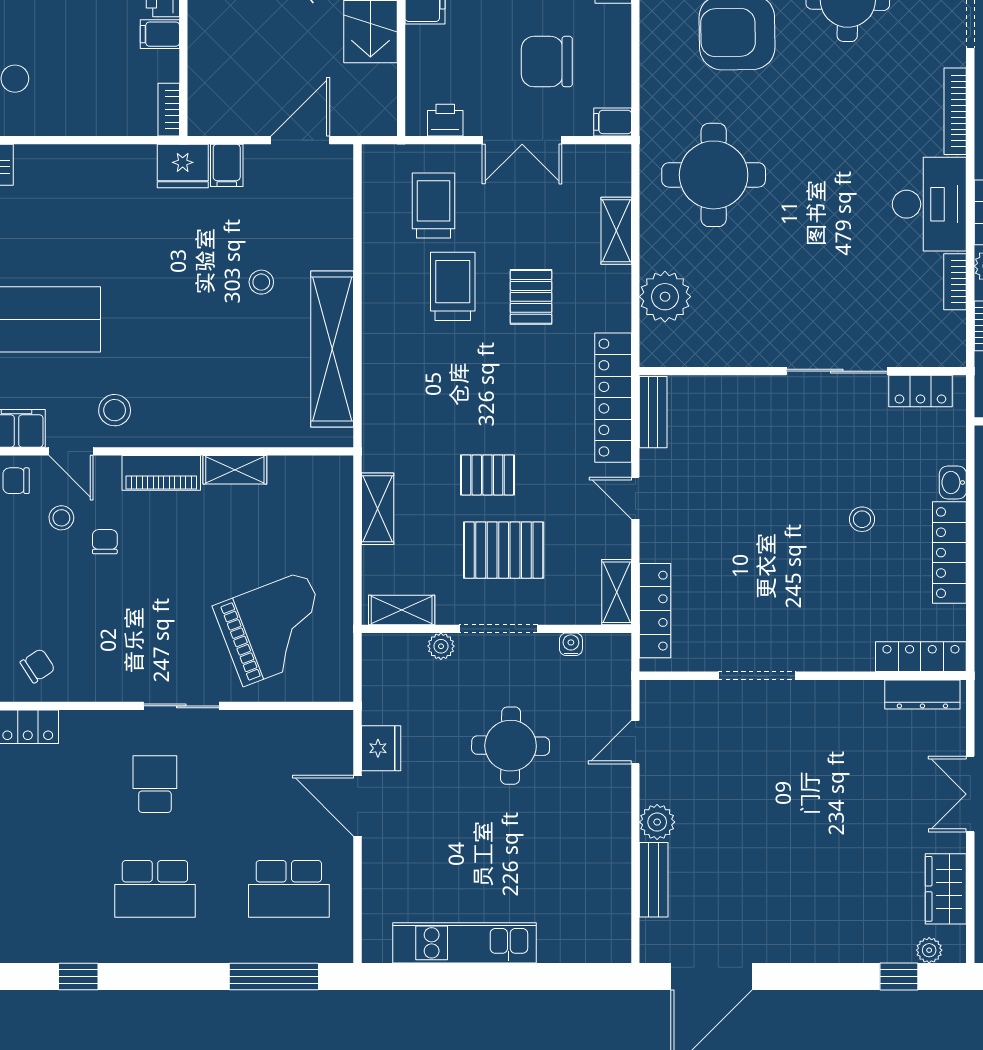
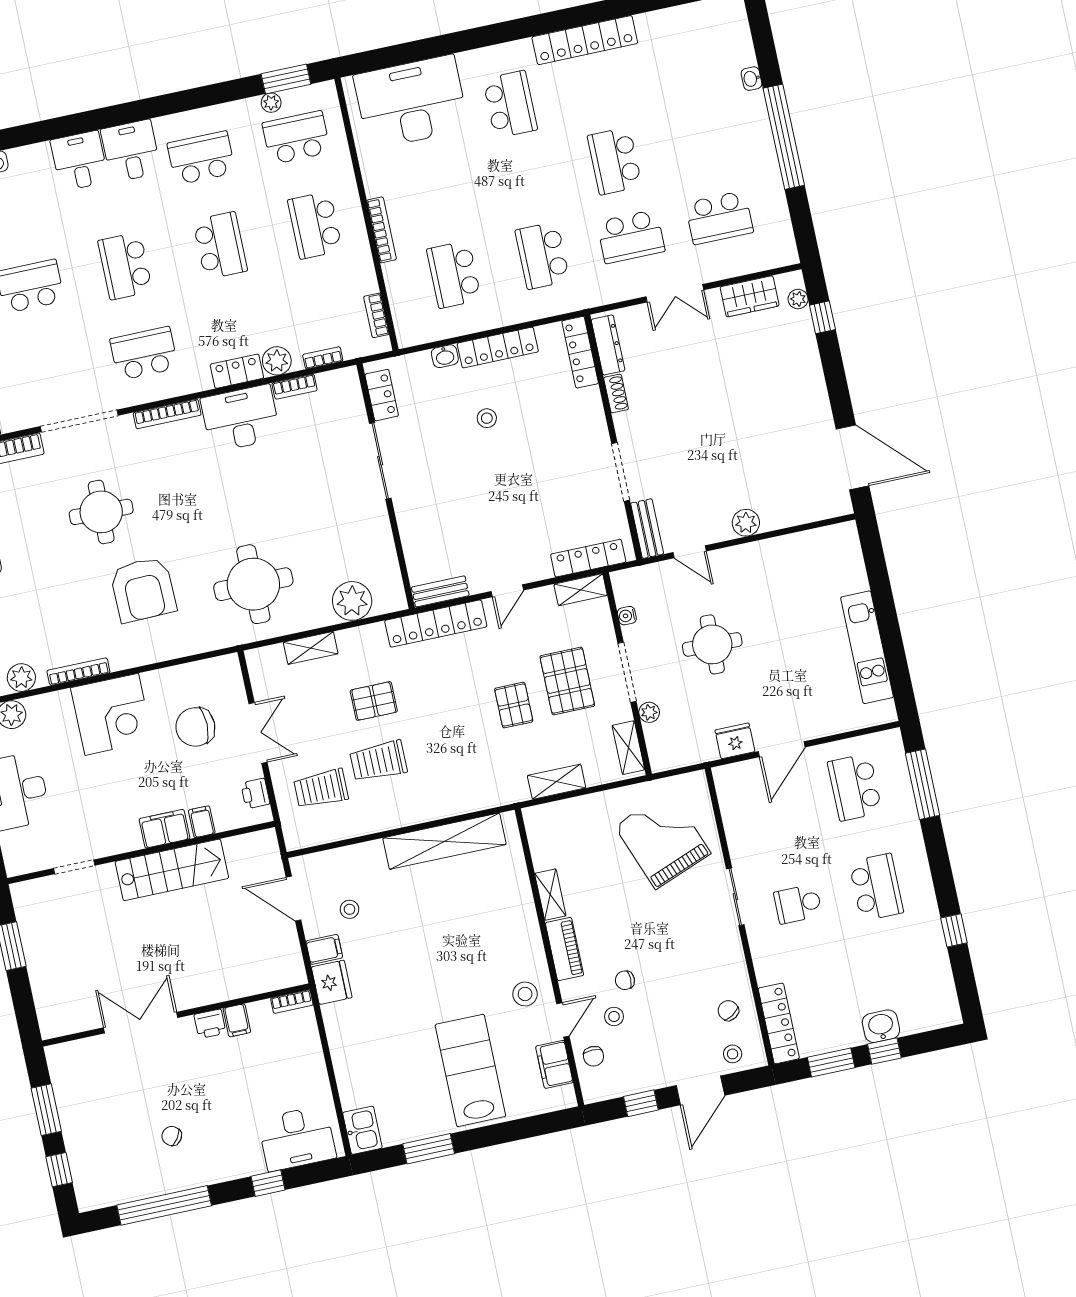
chair: (547, 62) -> (195, 727), turned 90
filing cabinet: (613, 122) -> (202, 822), moved, turned 180
stool: (261, 282) -> (349, 909), moved
shoe rack: (858, 691) -> (616, 393), added
bench: (654, 880) -> (647, 529), moved, turned 90
school desk: (289, 889) -> (855, 787), turned 180

